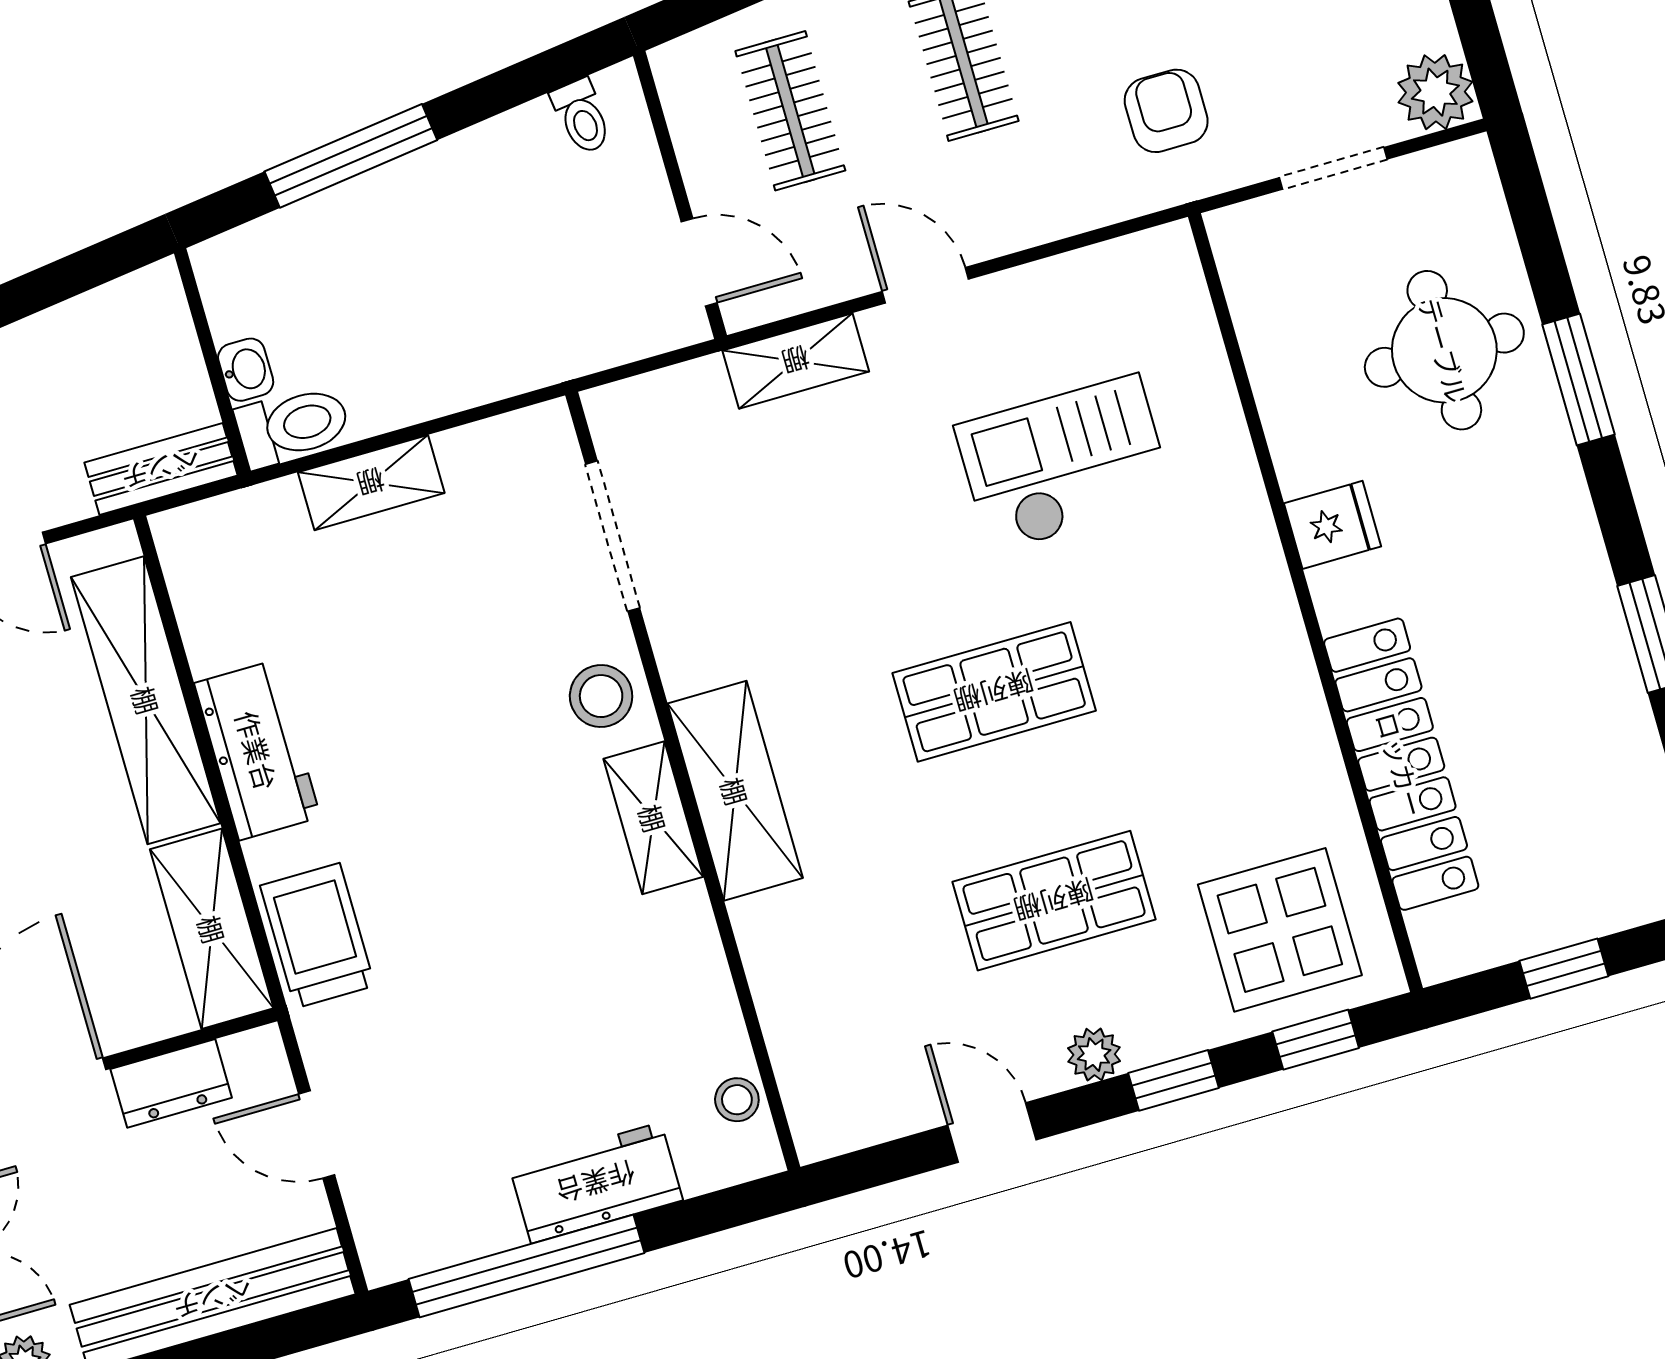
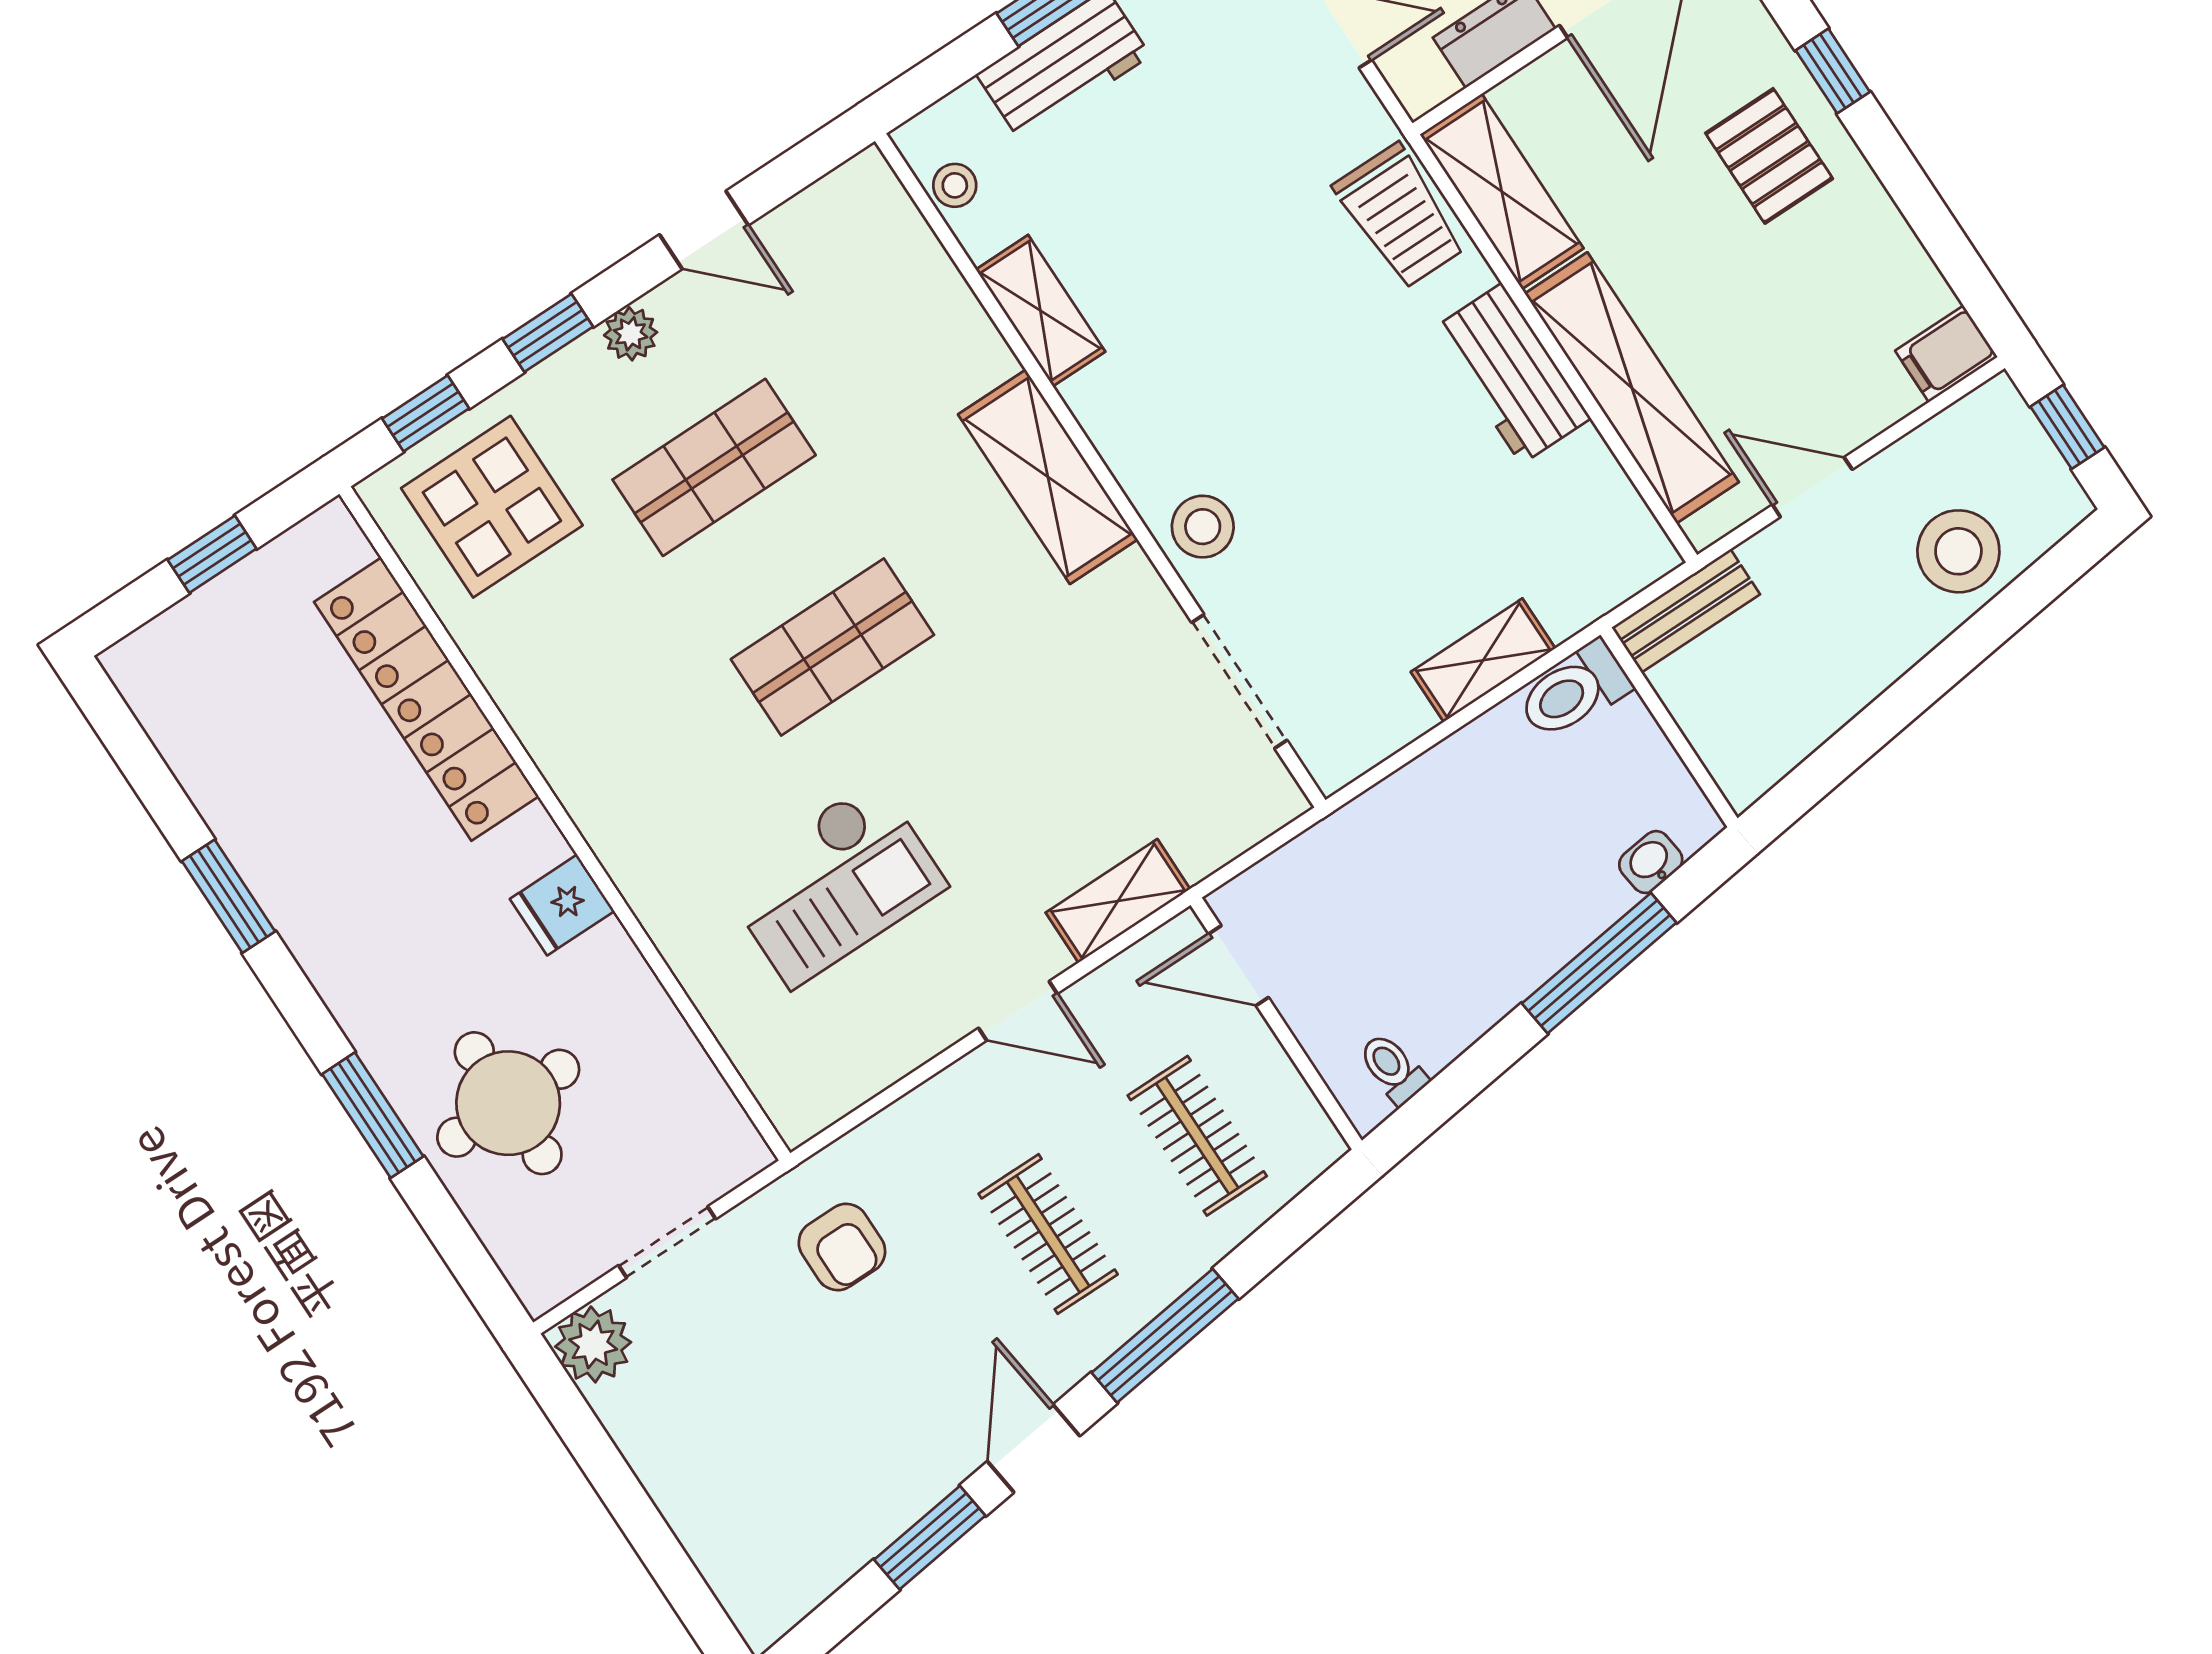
washbasin: (246, 370) -> (1651, 862), moved, turned 83
shelving: (653, 818) -> (1040, 311), moved

